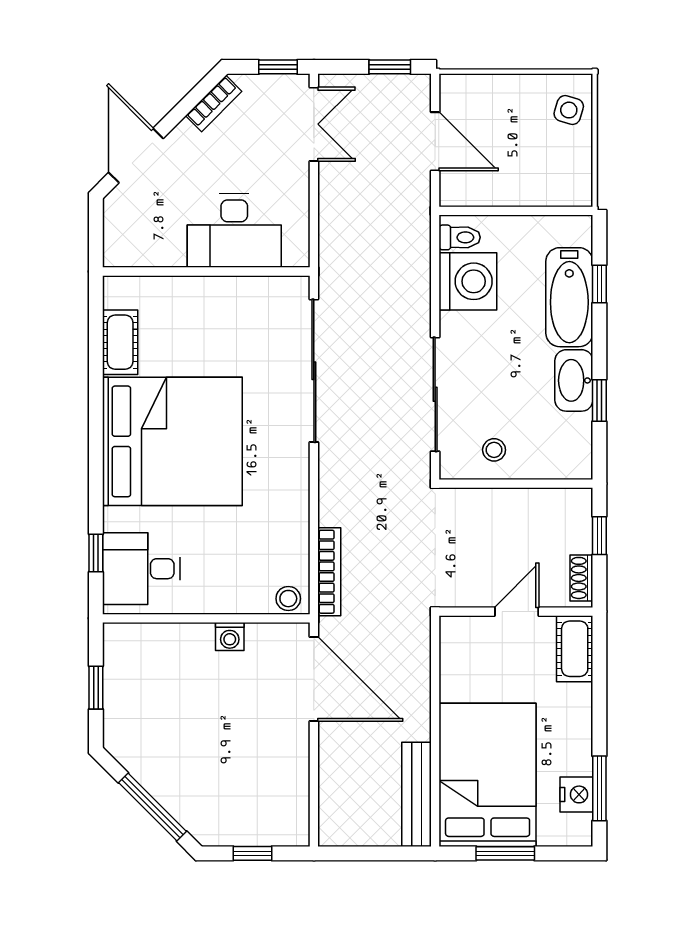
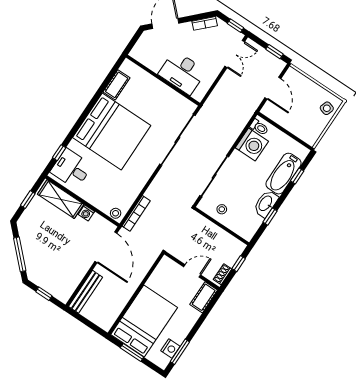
shelving: (160, 643) -> (61, 199), added
bench: (417, 794) -> (86, 292), moved

